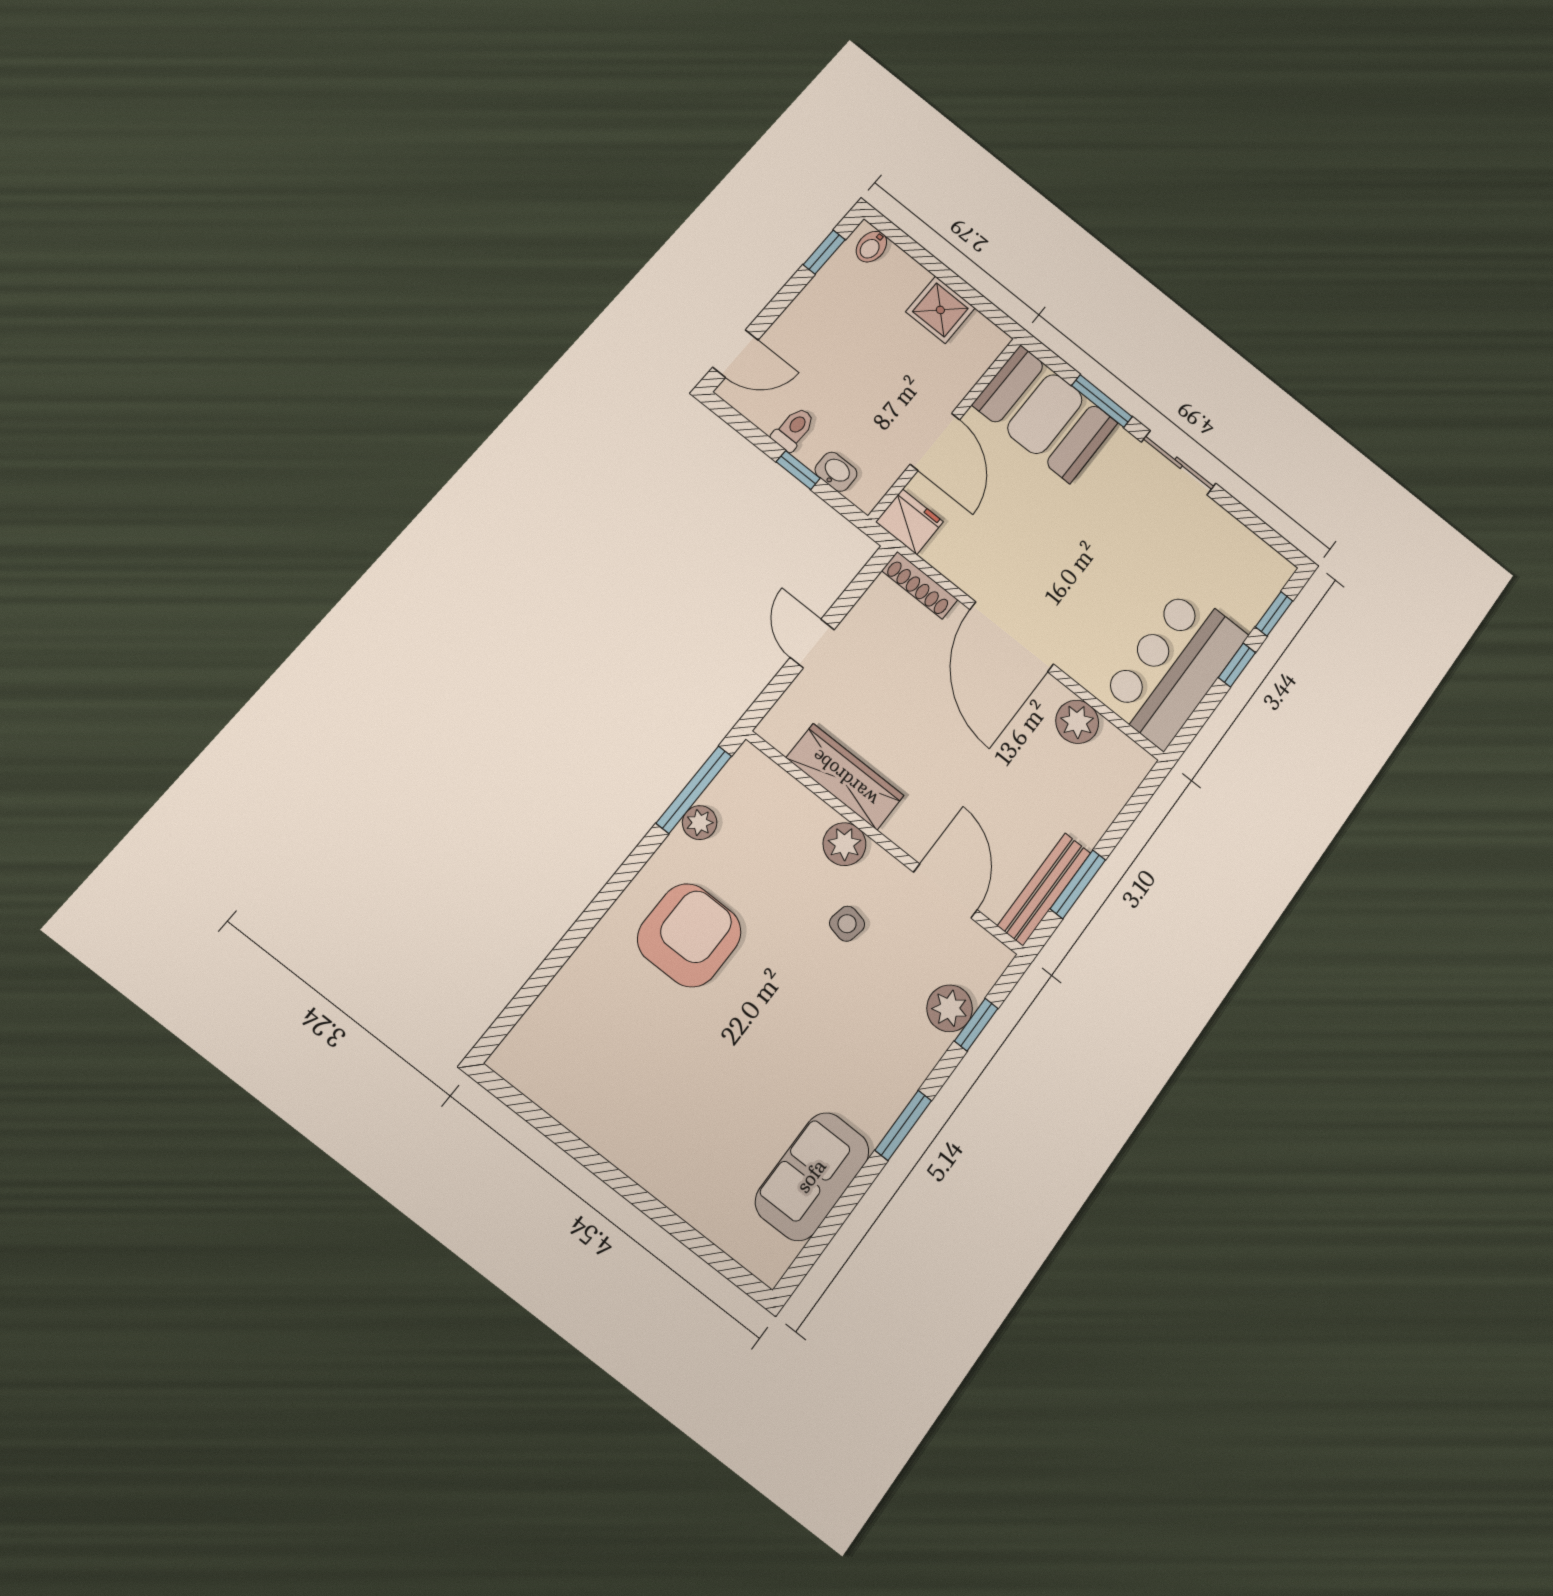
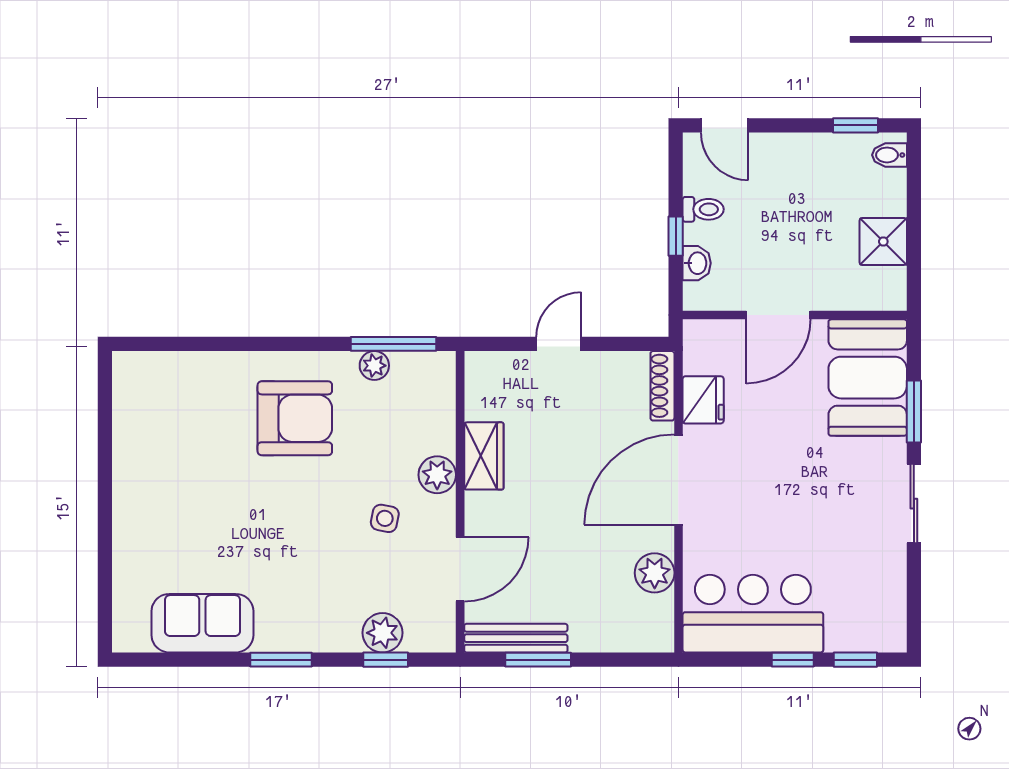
fridge: (909, 522) -> (703, 400), moved
wardrobe: (845, 777) -> (484, 456), width x0.67

